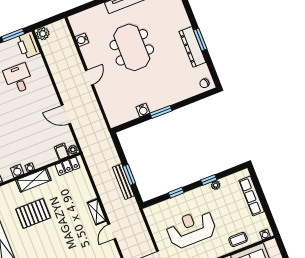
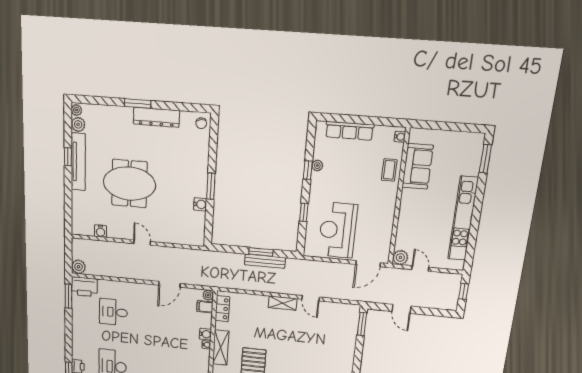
window: (200, 40) -> (138, 103), moved
water cooler: (17, 171) -> (205, 334), moved
reception desk: (191, 229) -> (338, 230), moved

